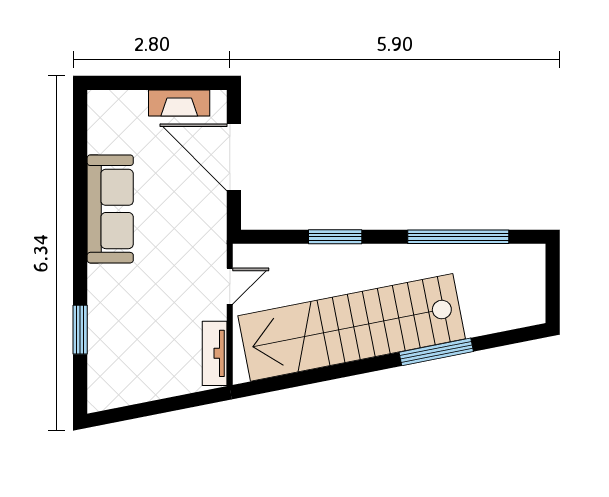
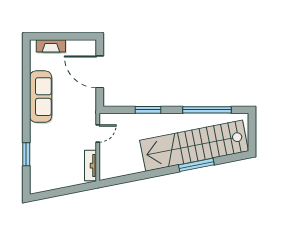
fireplace: (179, 103) -> (51, 46), moved
stairs: (352, 327) -> (194, 146), moved

